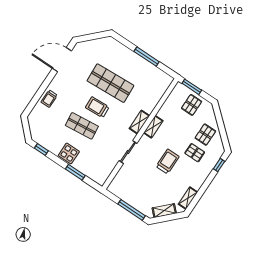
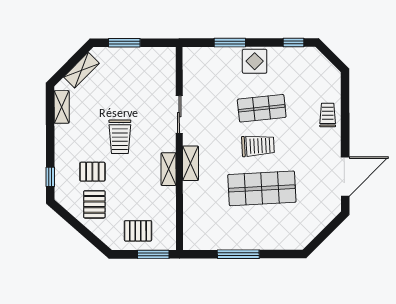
pallet: (192, 105) -> (138, 231), turned 90
window: (132, 210) -> (124, 43), width x0.69

